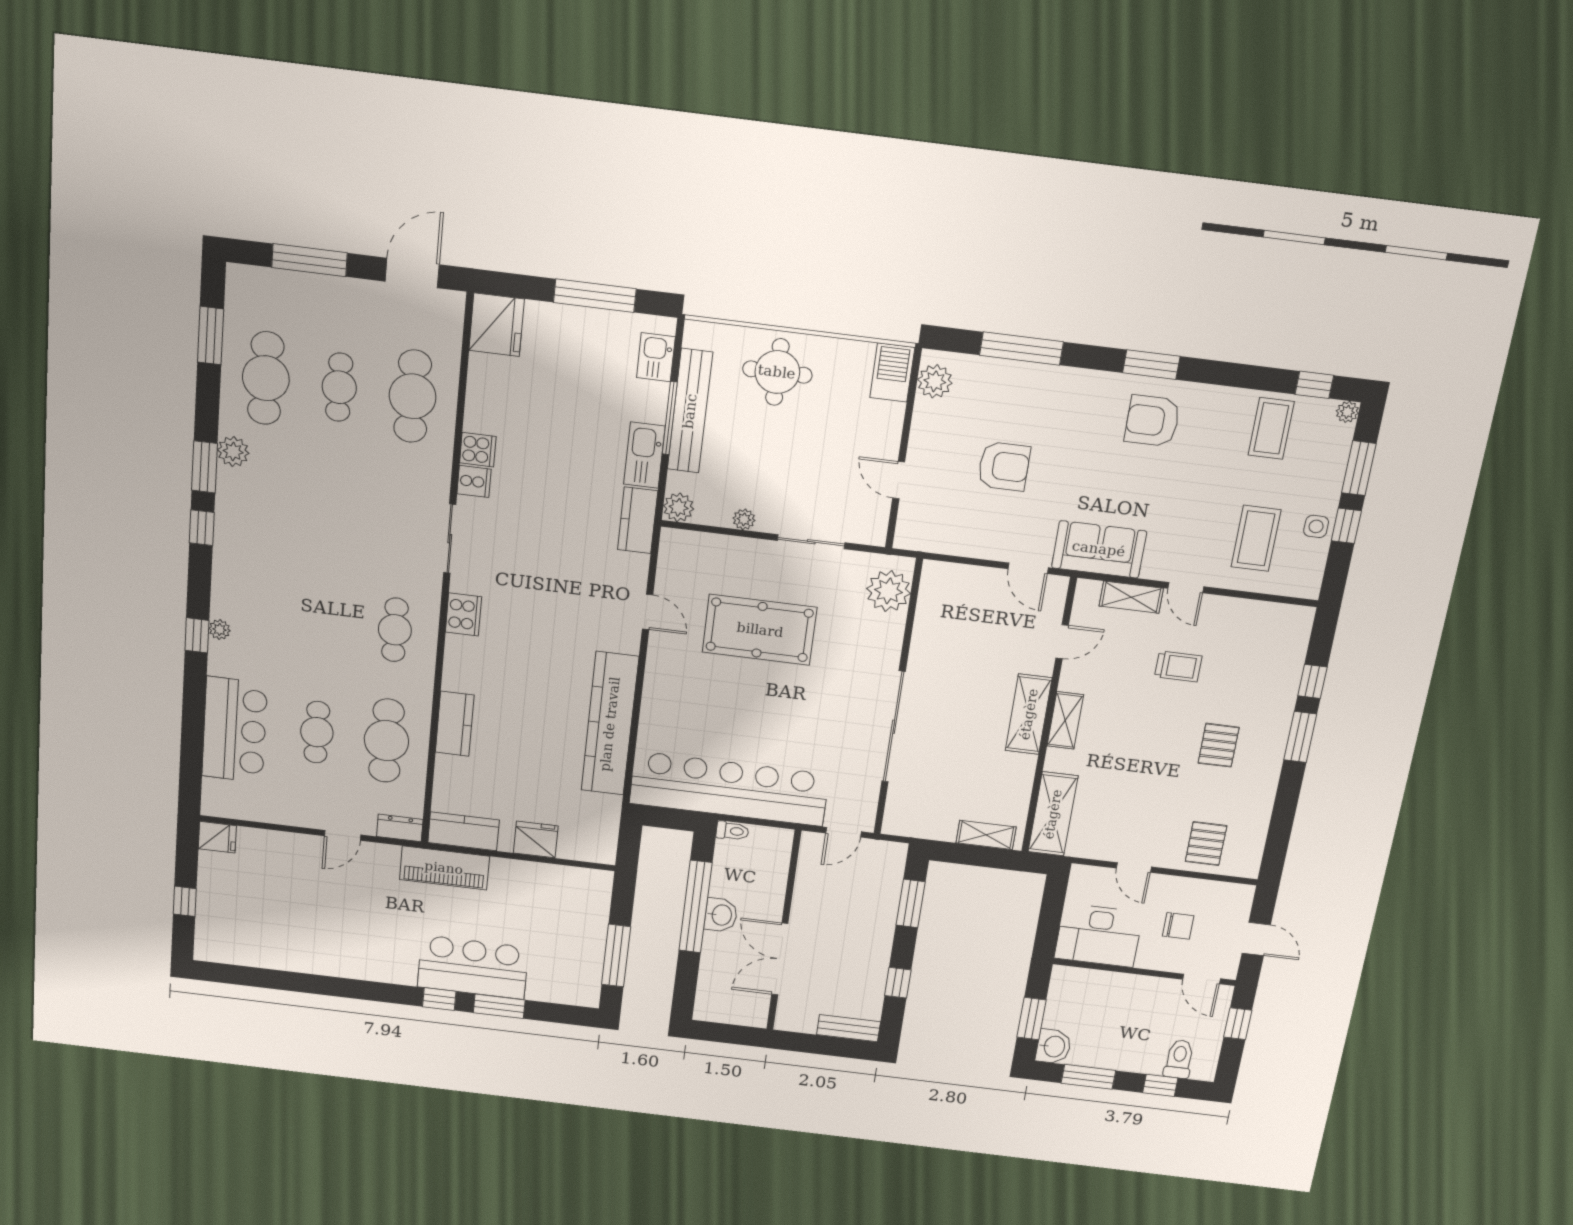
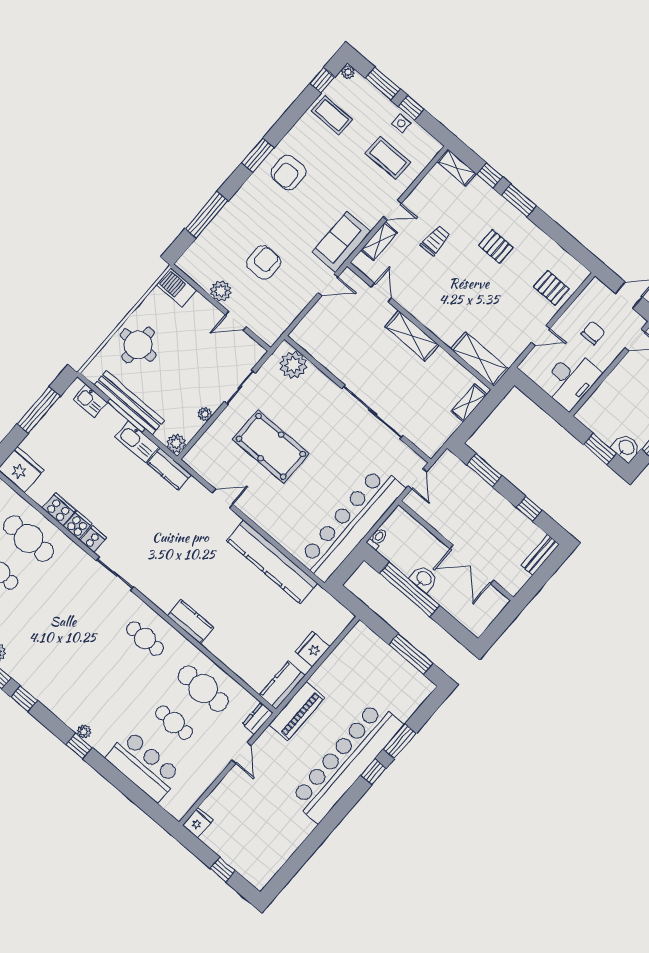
plant: (935, 381) -> (221, 291), moved
cooker: (464, 614) -> (59, 509), moved
pool table: (760, 630) -> (271, 446), turned 90
shelving: (1065, 720) -> (457, 168), moved
kitchen counter: (455, 724) -> (191, 622), moved
bar counter: (473, 967) -> (346, 762), width x1.86

